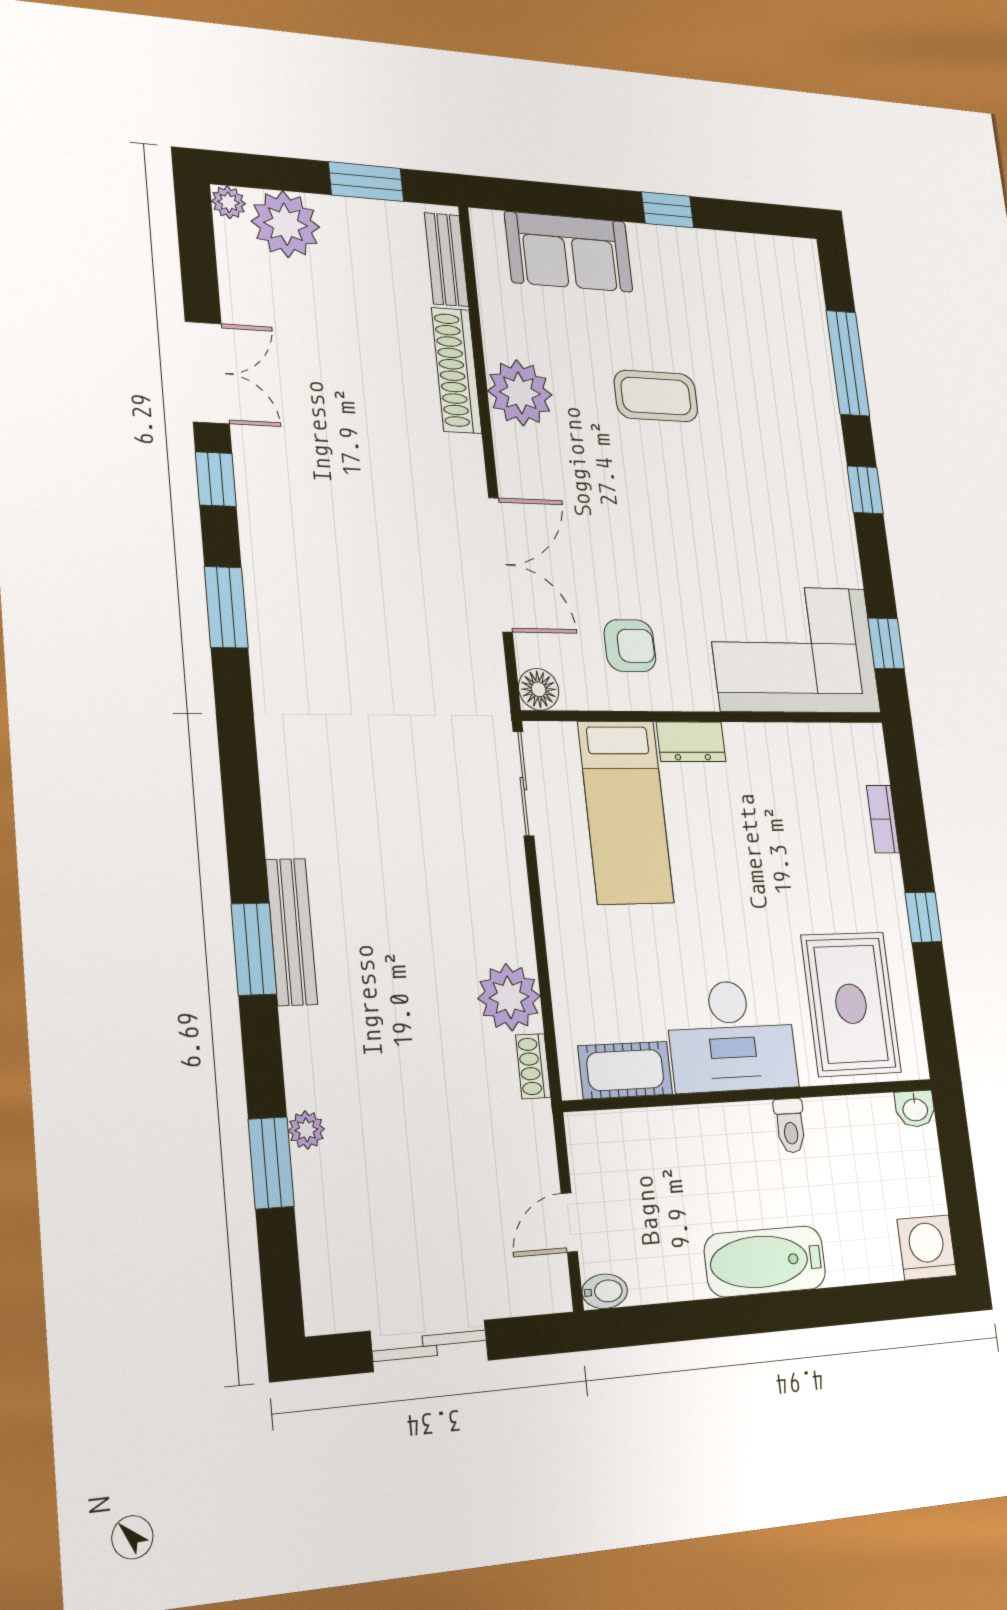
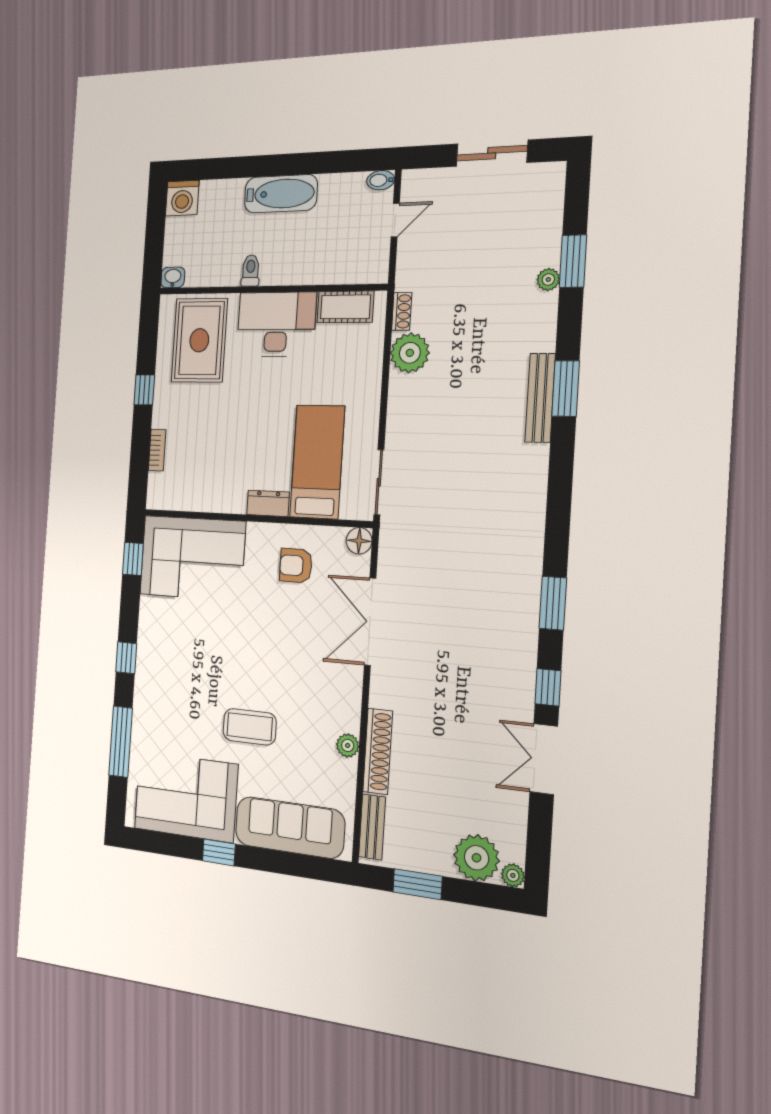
sofa: (569, 252) -> (290, 827), width x1.36
corner sofa: (733, 288) -> (186, 797), added
plant: (520, 393) -> (348, 745), width x0.53, depth x0.53

